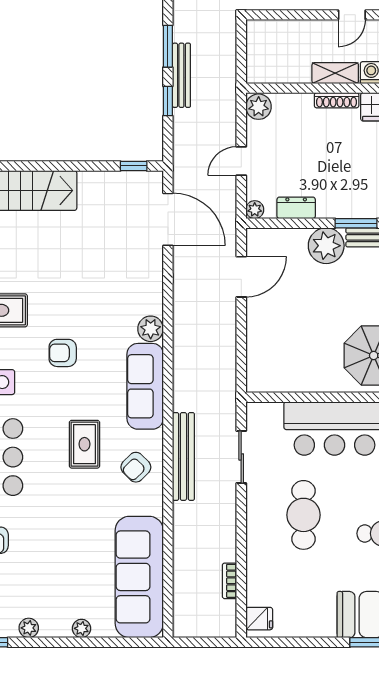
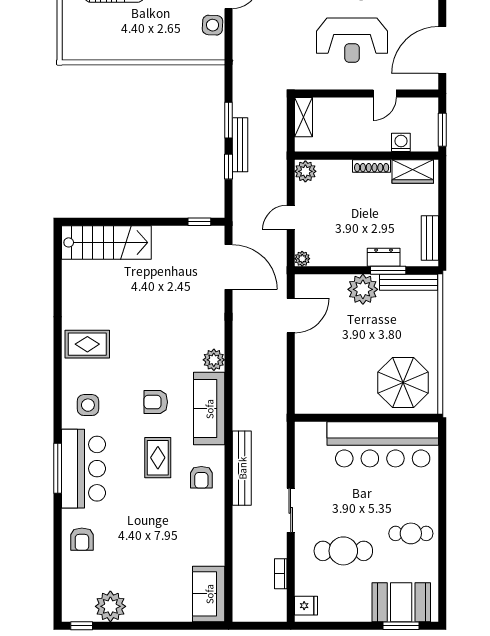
shelving: (335, 73) -> (303, 117), moved, turned 90
dresser: (296, 208) -> (384, 257), moved
armchair: (63, 353) -> (156, 402), moved
sliding door: (241, 457) -> (291, 510), moved
armchair: (136, 467) -> (201, 477), turned -45
cafe table: (304, 515) -> (343, 551), moved, turned 90
sofa: (139, 577) -> (209, 594), width x0.54, depth x0.79
plant: (29, 628) -> (110, 606), width x1.88, depth x1.88
plant: (82, 628) -> (155, 614), removed

